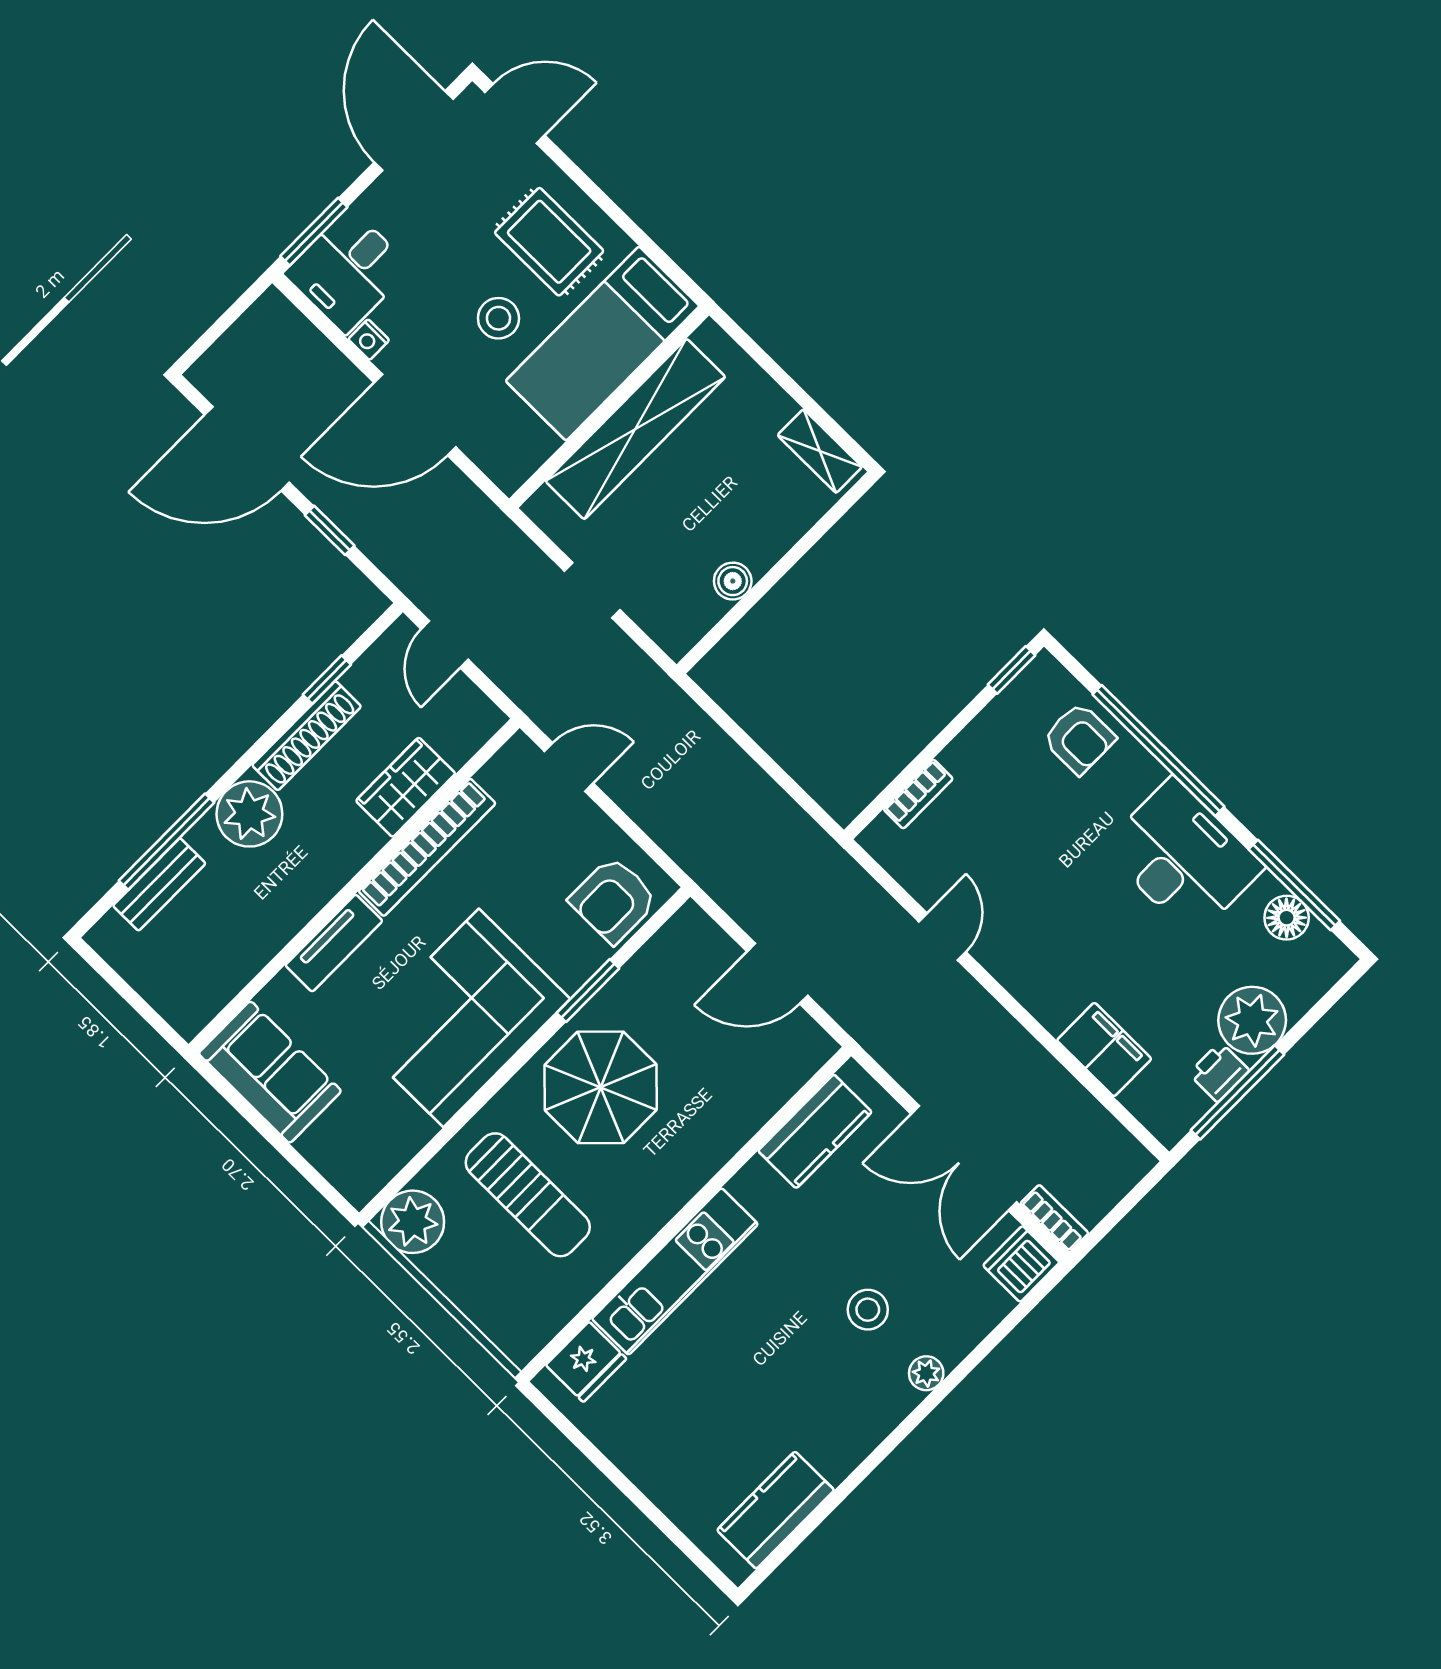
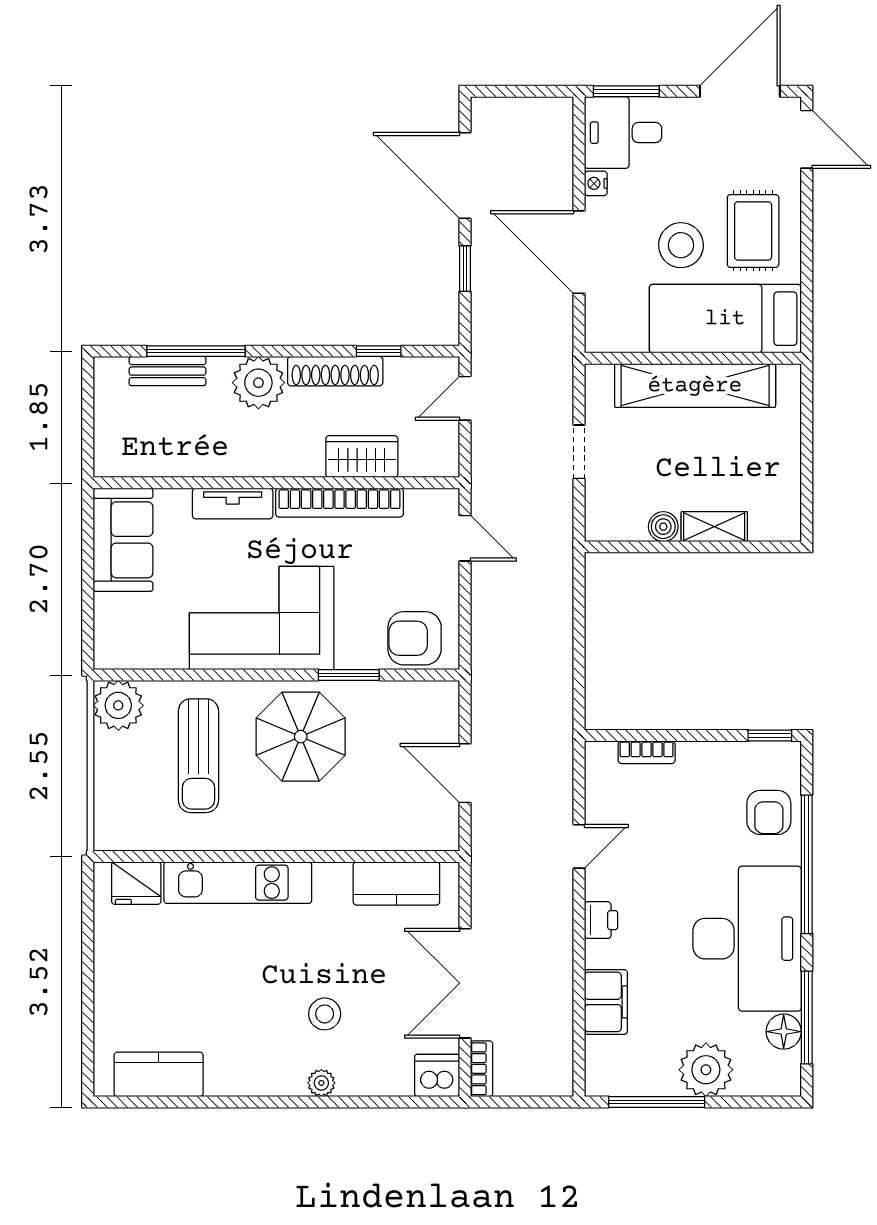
stool: (498, 318) -> (681, 245), width x1.38, depth x1.38
shelving: (820, 451) -> (714, 527), moved, turned 90
desk: (1183, 857) -> (747, 939), width x1.36, depth x1.30
printer: (1219, 1072) -> (601, 920), moved, turned 90

